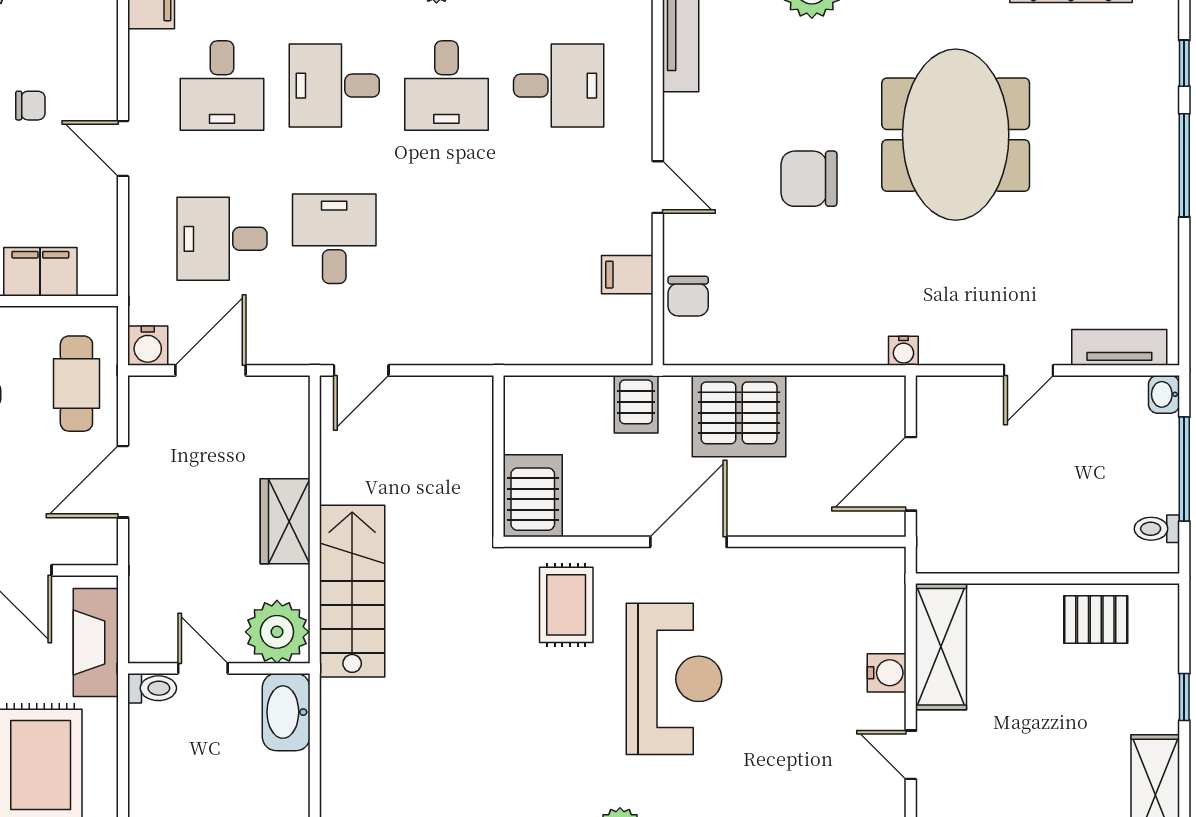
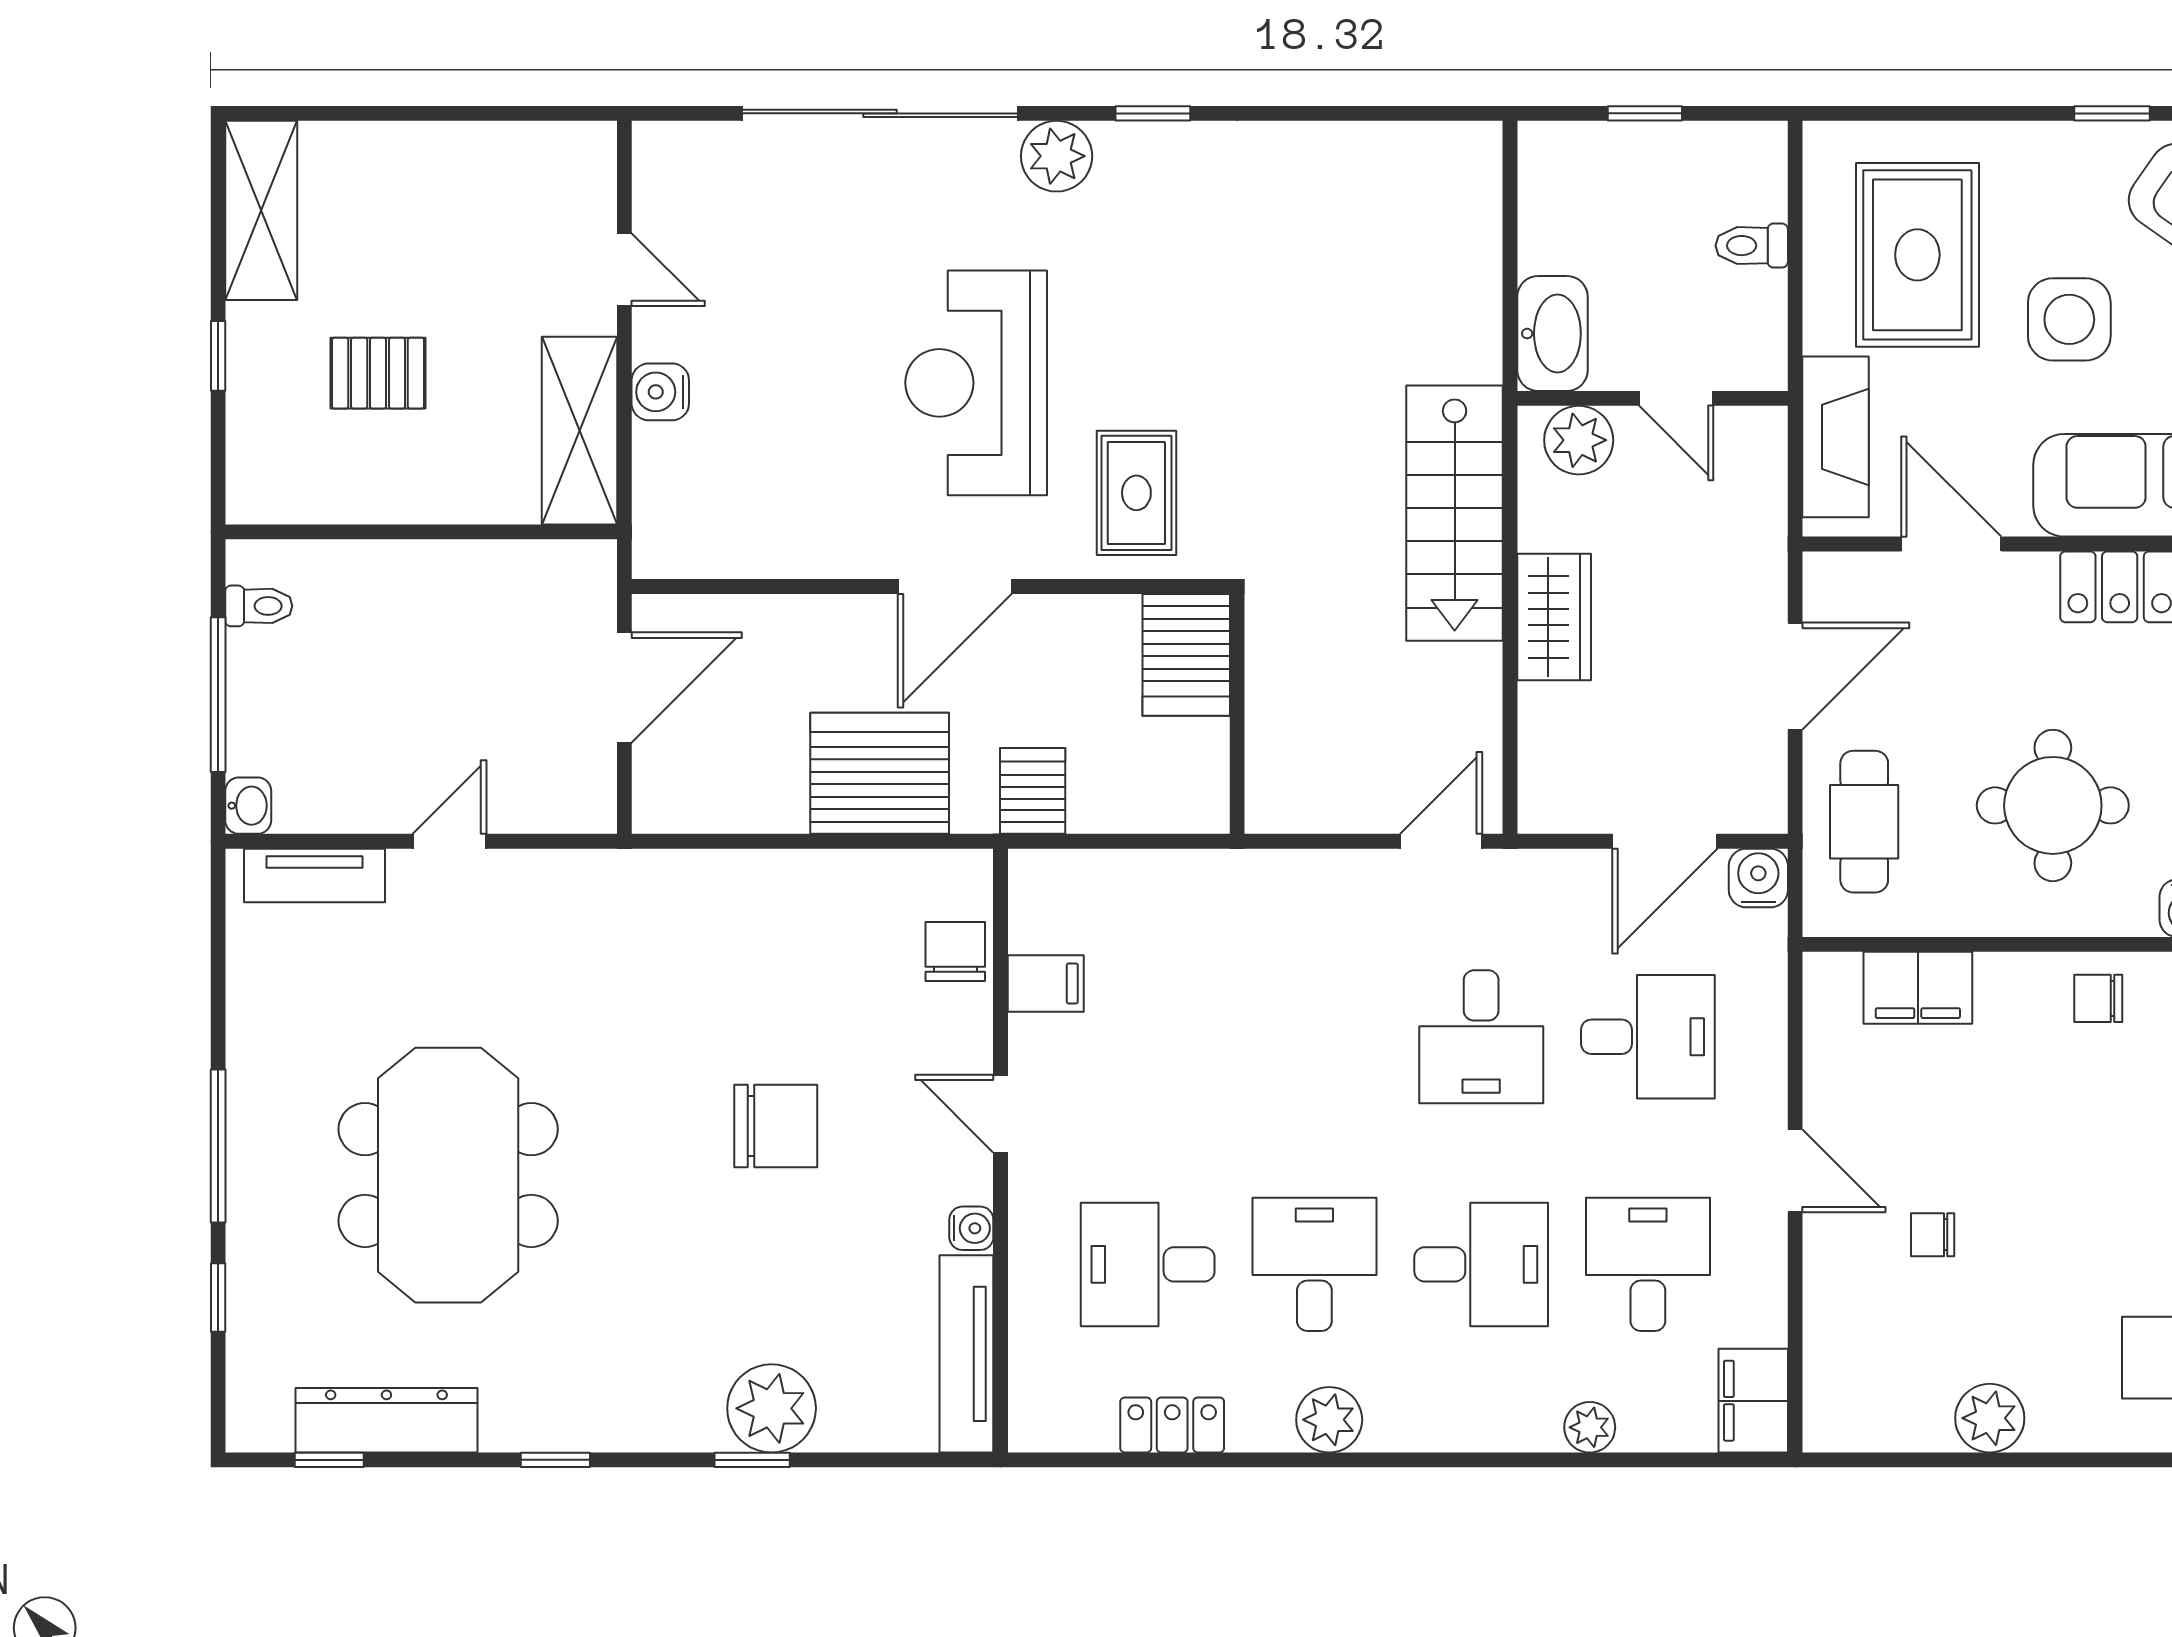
meeting table: (956, 135) -> (448, 1175), moved
water cooler: (903, 351) -> (971, 1228), moved, turned 90
pallet: (1096, 620) -> (378, 373), moved
plant: (277, 632) -> (1579, 440), width x0.73, depth x0.73
toilet: (152, 688) -> (1752, 246), moved

